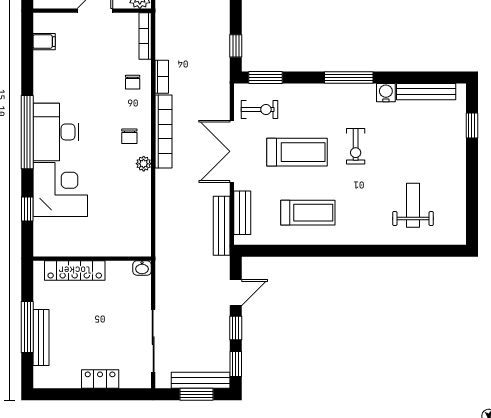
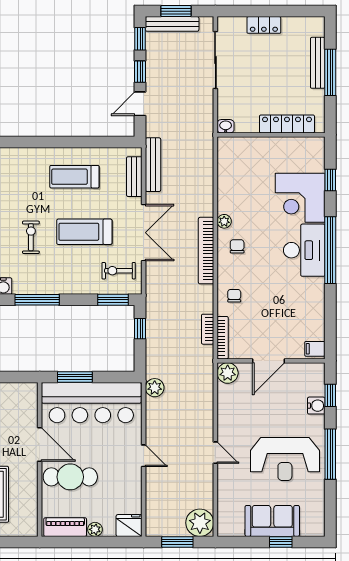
filing cabinet: (44, 42) -> (315, 349), moved
bookcase: (162, 77) -> (208, 329), moved

